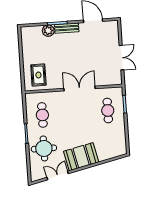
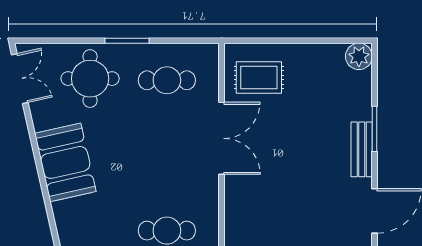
plant: (48, 31) -> (359, 56), moved
double door: (80, 89) -> (222, 138), moved
double door: (58, 176) -> (20, 79), moved

